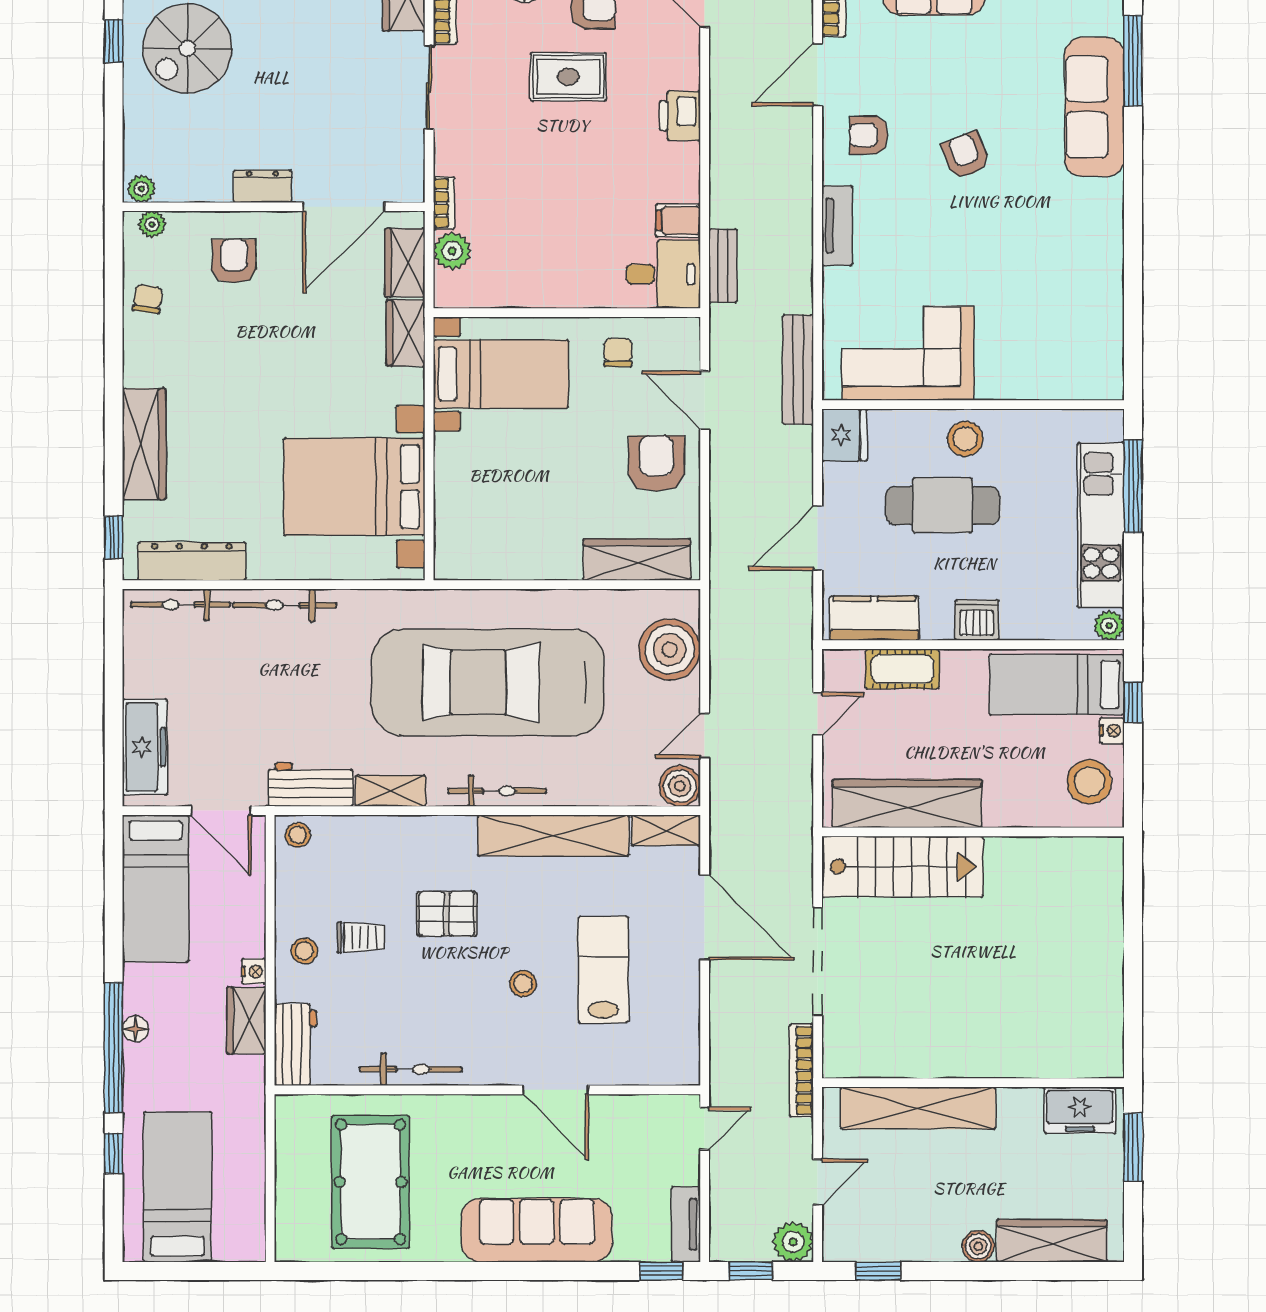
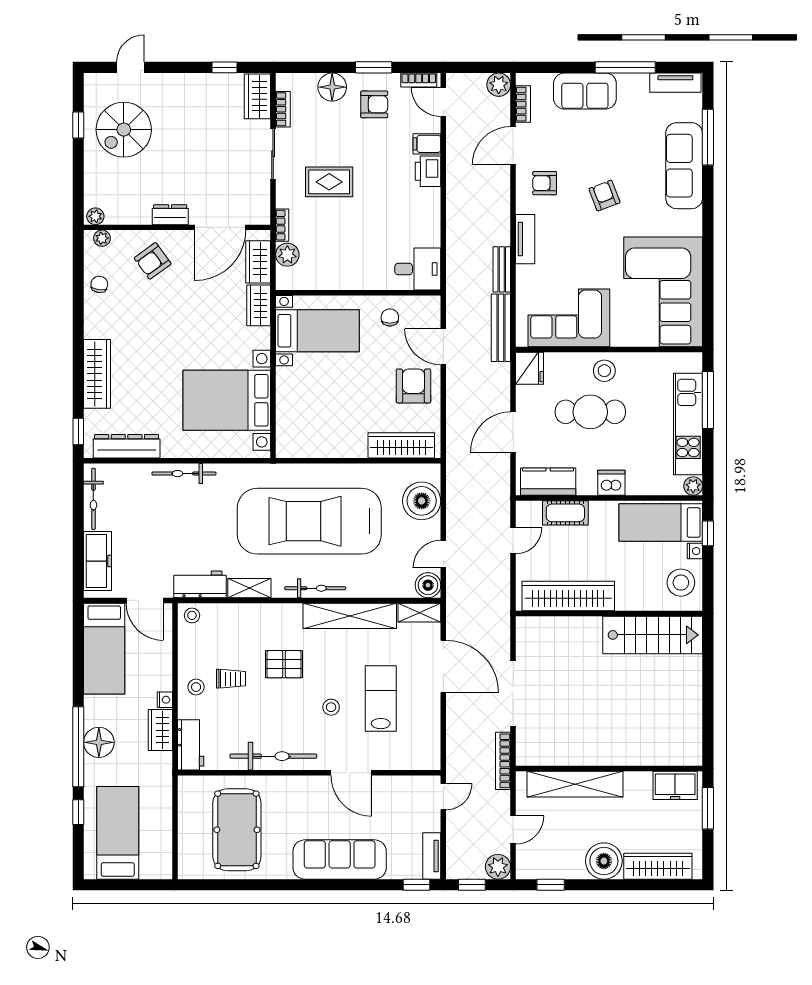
rug: (568, 77) -> (329, 182), moved
filing cabinet: (678, 220) -> (427, 144), moved
armchair: (234, 261) -> (153, 261), turned -126
bench: (723, 266) -> (502, 269), moved
corner sofa: (1061, 311) -> (663, 292), added
bicycle: (180, 605) -> (93, 499), moved, turned -90
stairs: (902, 867) -> (653, 635), moved
floor lamp: (136, 1029) -> (99, 742), width x1.89, depth x1.89
bicycle: (411, 1069) -> (273, 756), width x1.37, depth x1.40
boiler: (978, 1246) -> (604, 861), width x1.86, depth x1.86

